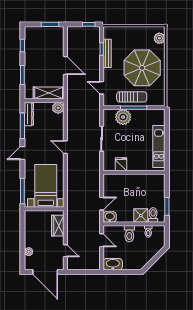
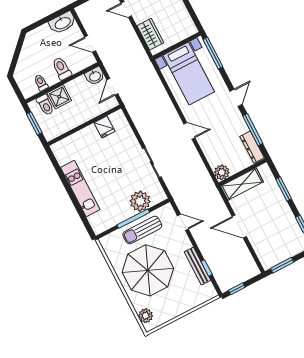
fridge: (121, 164) -> (104, 127), moved
wall: (134, 172) -> (84, 125), moved

